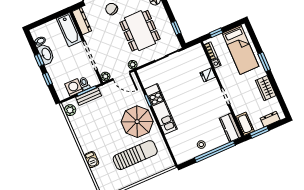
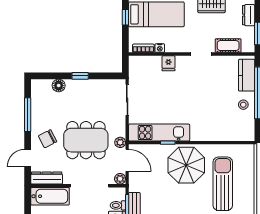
window: (176, 28) -> (80, 76), moved
dining table: (140, 31) -> (86, 140), moved
window: (216, 33) -> (125, 17), moved
door: (121, 76) -> (127, 160), hinge flipped
kitchen unit: (161, 109) -> (159, 133), moved
cot: (245, 124) -> (228, 46), moved
kitchen counter: (230, 128) -> (247, 75), moved, turned 90

